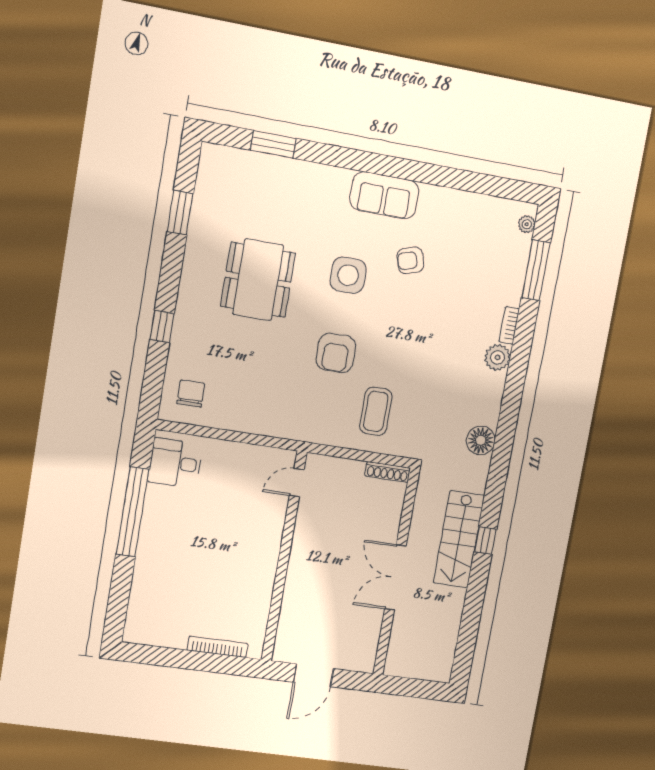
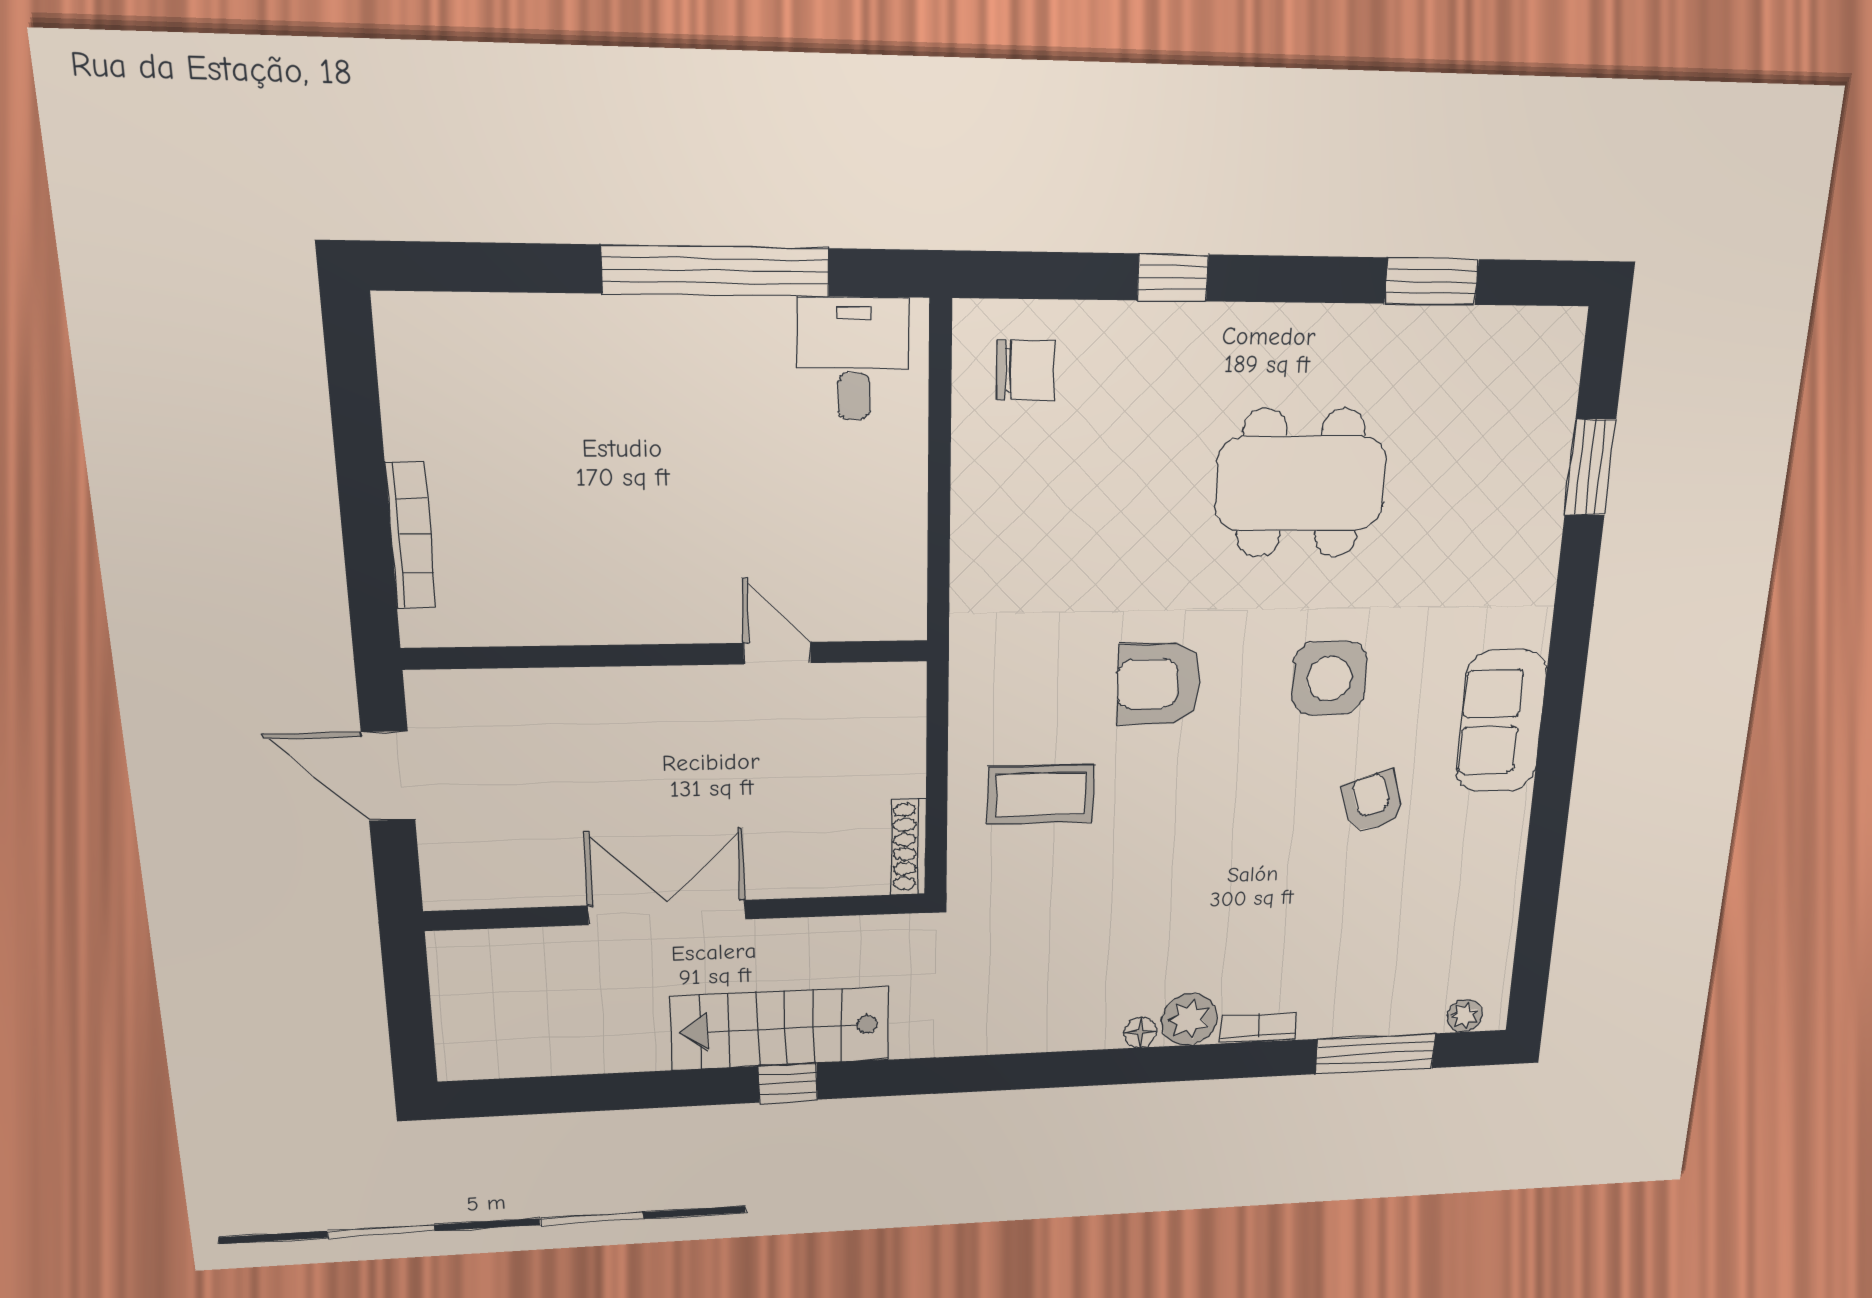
floor lamp: (481, 440) -> (1140, 1032), moved, width x0.53, depth x0.53
door: (297, 483) -> (777, 653), moved

